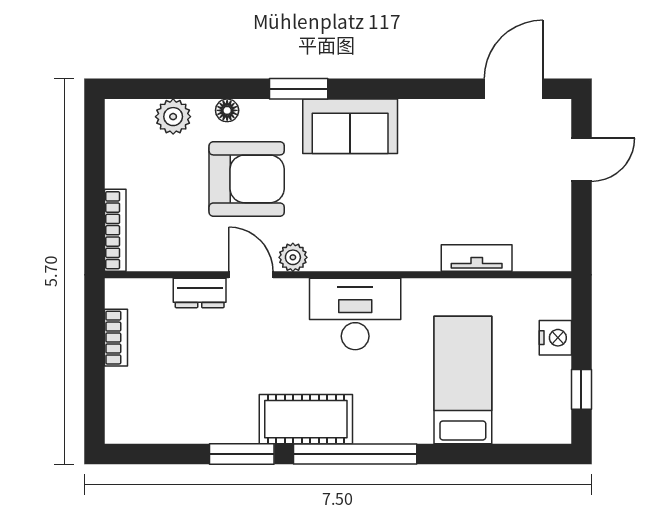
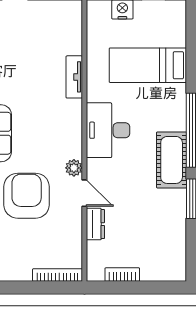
tv unit: (477, 258) -> (74, 77), moved
door: (251, 275) -> (84, 193), swing flipped

